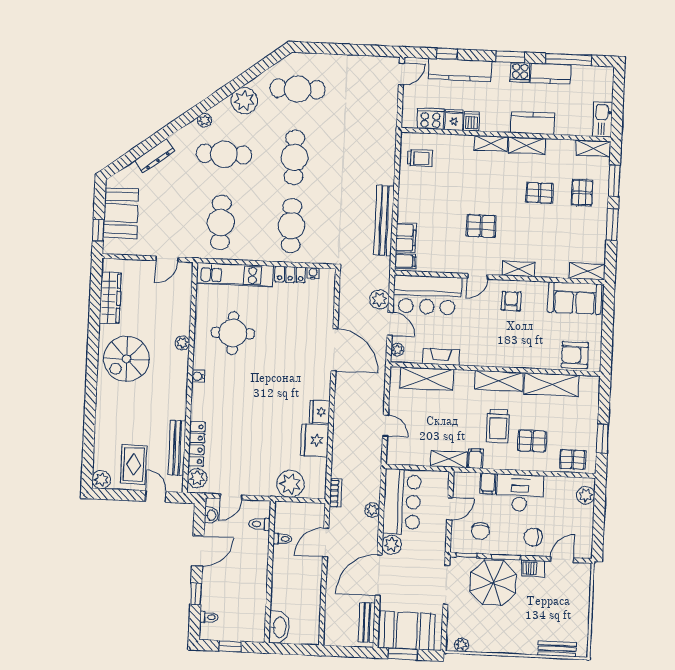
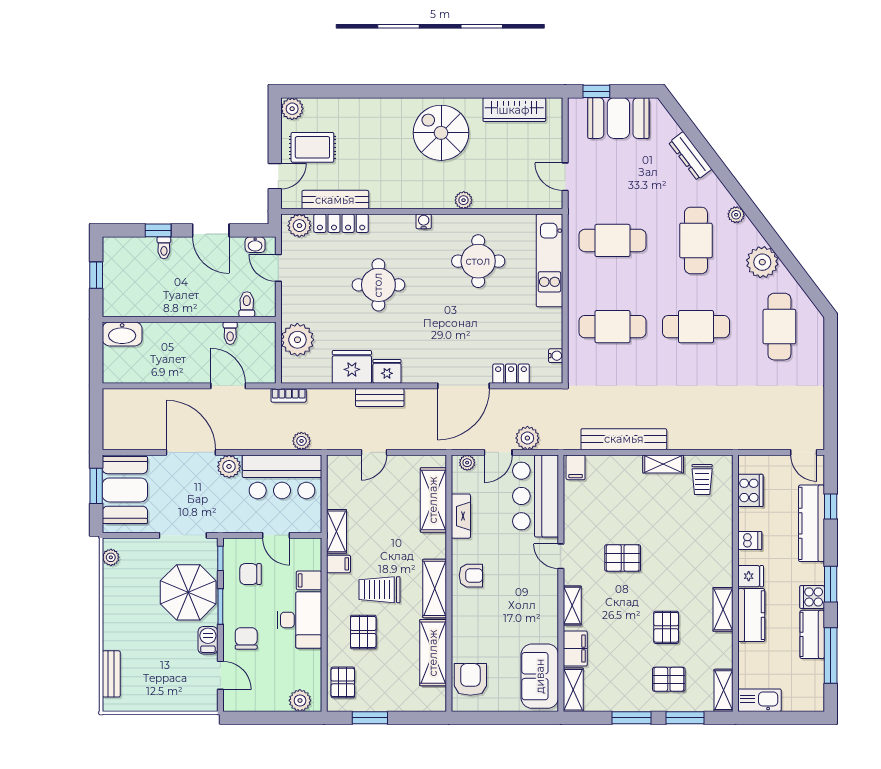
fridge: (454, 120) -> (751, 576), moved
shelving: (491, 143) -> (663, 464), moved, turned 90
pallet: (481, 226) -> (623, 558), turned 90
filing cabinet: (406, 237) -> (575, 649), moved, turned -90
locker: (290, 274) -> (511, 374), moved, turned 90
armchair: (511, 301) -> (471, 576), moved
round table: (249, 416) -> (378, 285), added
plant: (372, 510) -> (301, 441), moved
toilet: (209, 617) -> (164, 248), moved
bench: (367, 622) -> (380, 398), moved

